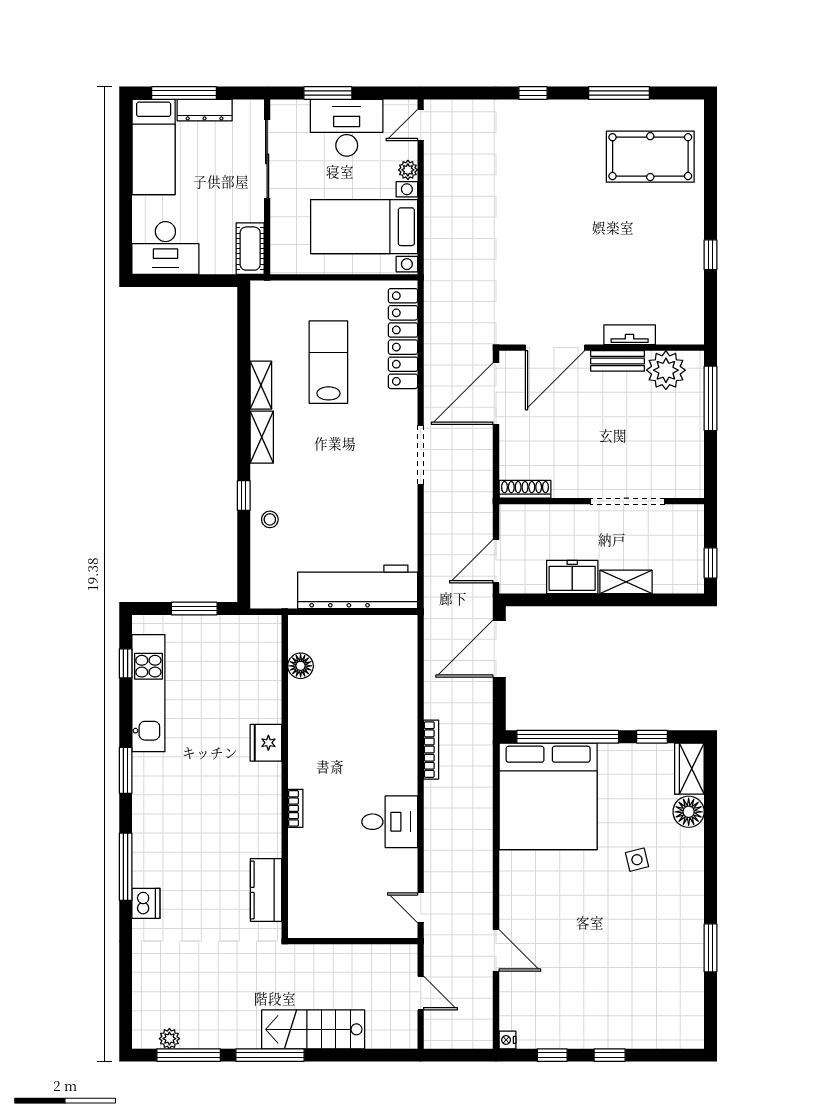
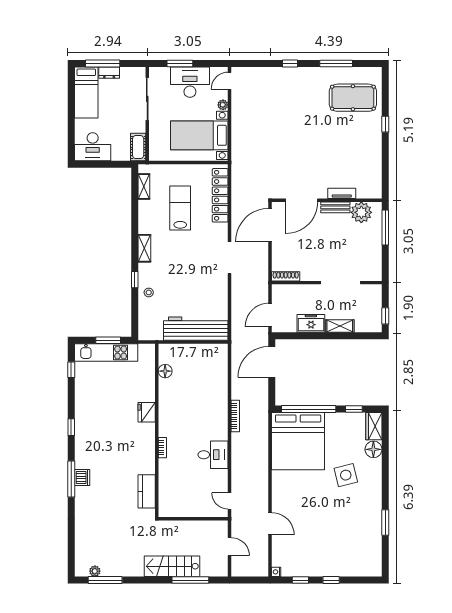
dresser: (205, 110) -> (109, 73), width x0.70
window: (710, 255) -> (385, 124), moved
shelving: (261, 385) -> (144, 186), moved
kitchen unit: (148, 693) -> (106, 353), moved, turned 90
window: (126, 770) -> (71, 427), width x0.67
side table: (637, 860) -> (346, 475), width x1.87, depth x1.87
dishwasher: (146, 903) -> (82, 478), moved
window: (270, 1055) -> (190, 580), moved

